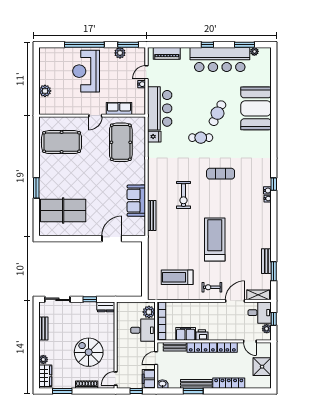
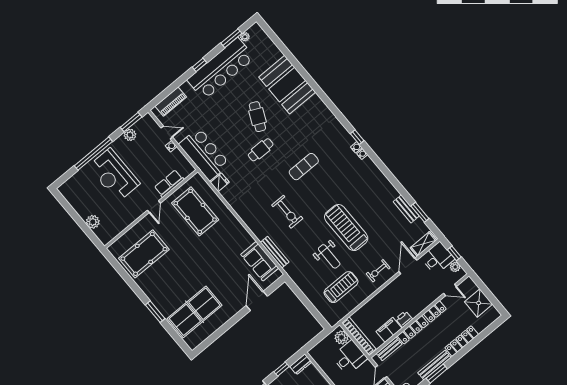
door: (146, 72) -> (167, 133), swing flipped
sofa: (136, 201) -> (260, 261), moved
weight bench: (187, 250) -> (329, 256), added
treadmill: (177, 277) -> (341, 287), turned 180

